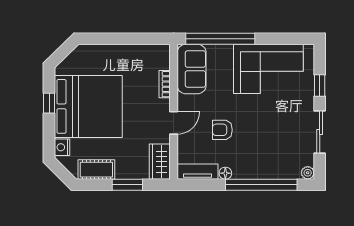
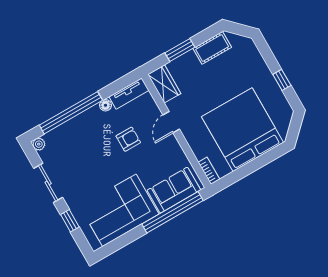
sofa: (192, 69) -> (174, 190), moved, turned 90
bookcase: (165, 84) -> (209, 171), moved
bed: (88, 106) -> (243, 130), moved, turned 90
nightstand: (62, 147) -> (251, 50), removed

